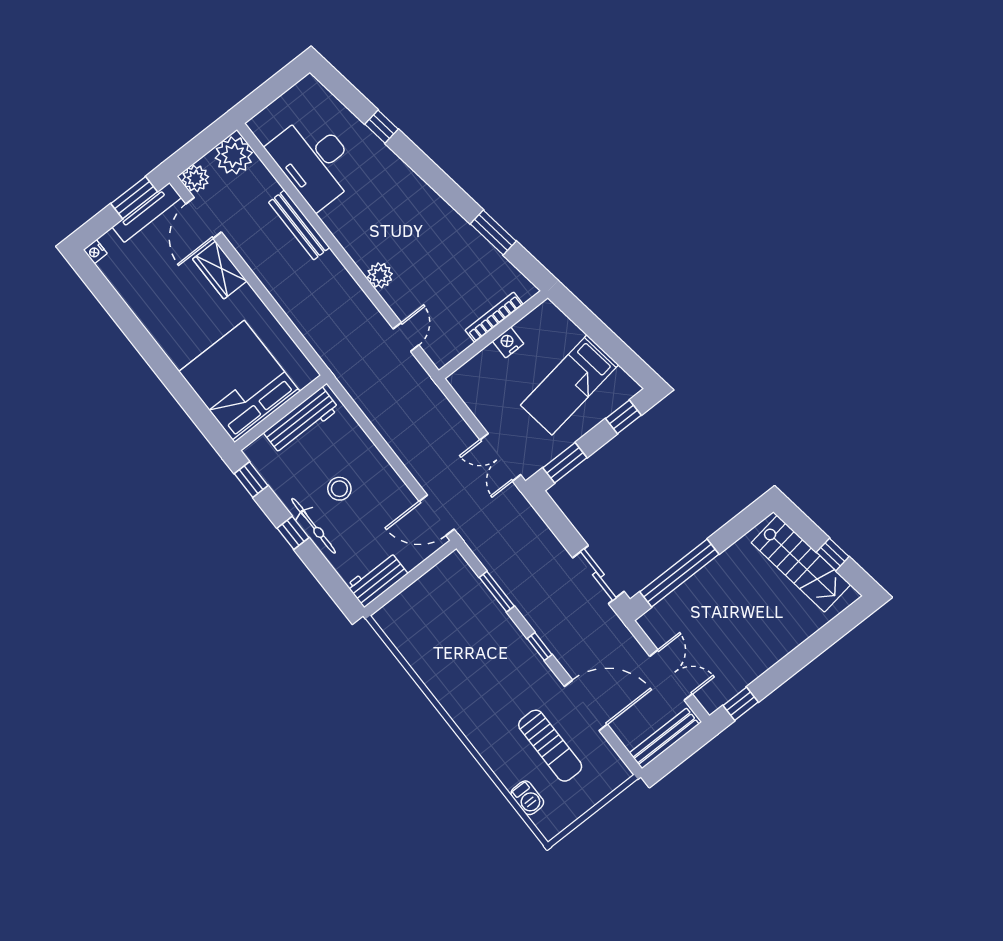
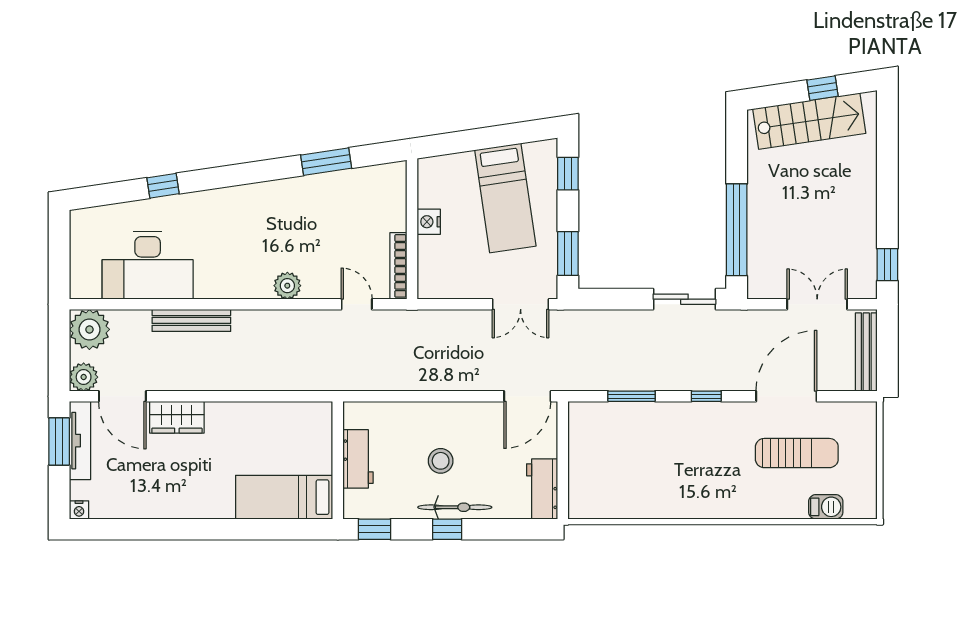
bookcase: (494, 317) -> (398, 266), moved
bed: (239, 382) -> (284, 497), width x0.49
workbench: (301, 421) -> (358, 459), width x0.73

